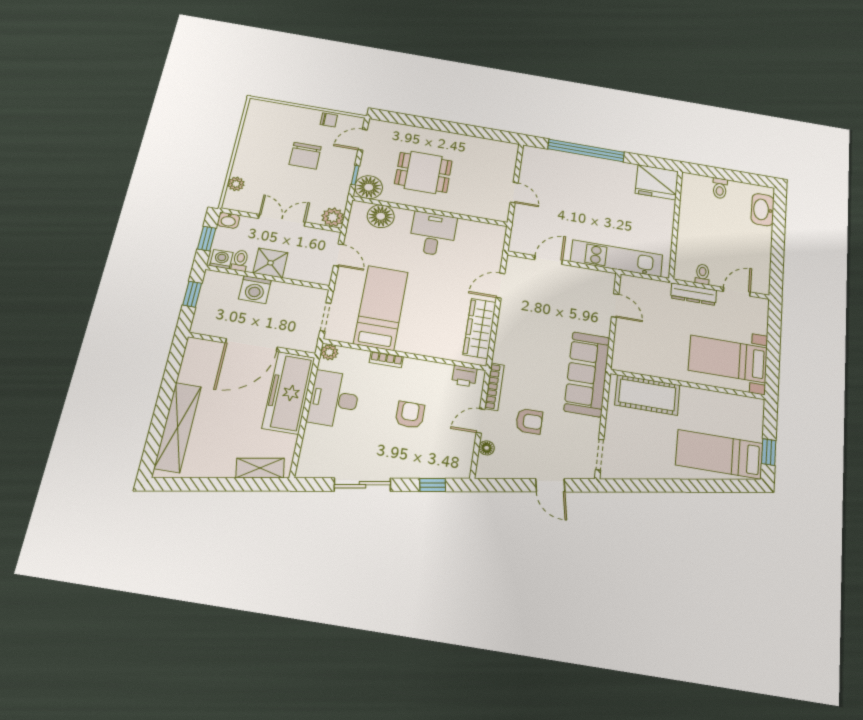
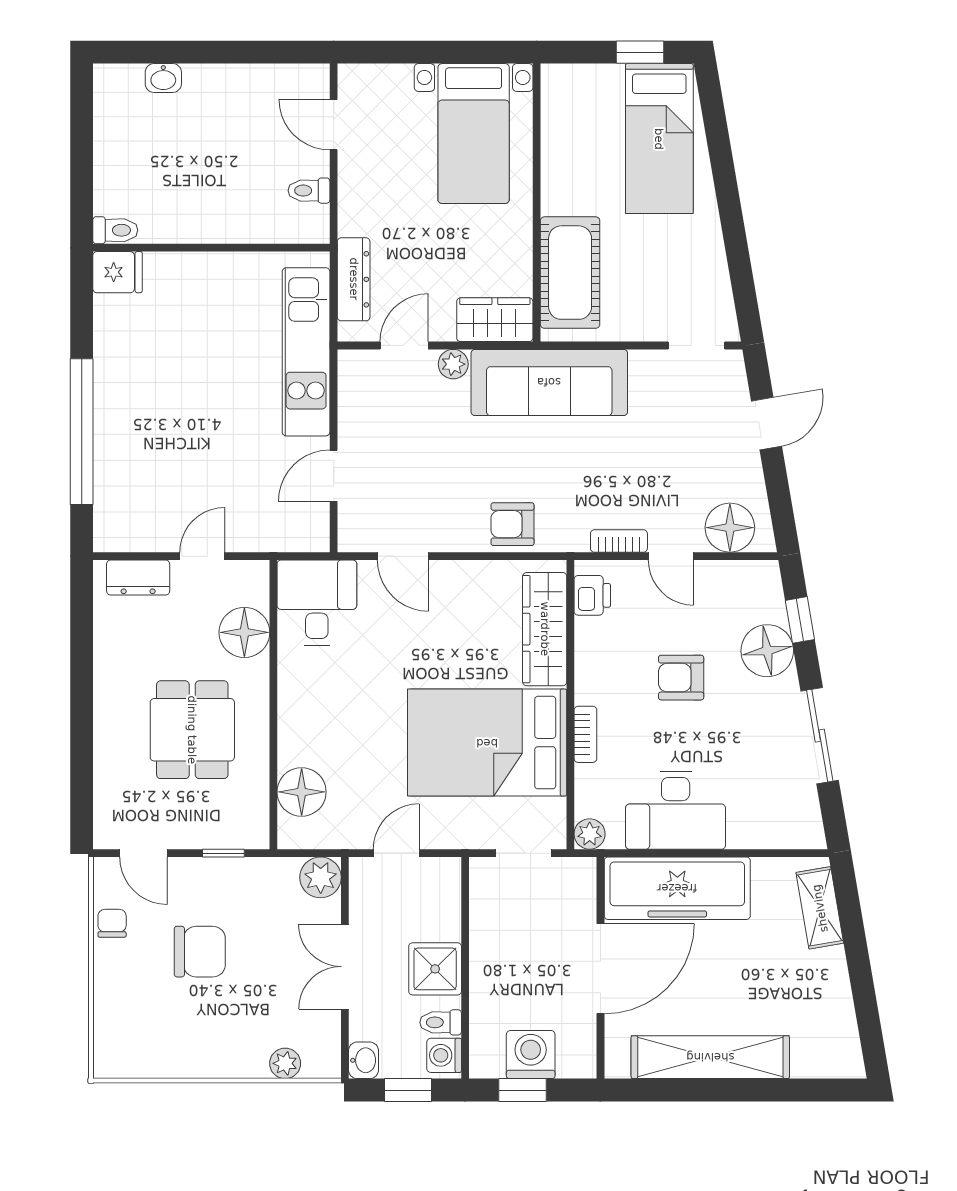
dresser: (507, 162) -> (138, 577), added
fridge: (657, 182) -> (118, 272), width x0.53, depth x0.75
floor lamp: (369, 187) -> (244, 632), moved
toilet: (720, 188) -> (115, 230), moved
washbasin: (763, 210) -> (163, 78), width x0.52, depth x0.69
desk: (433, 234) -> (317, 603), moved, turned 90
door: (549, 260) -> (334, 476), hinge flipped
washing machine: (255, 290) -> (531, 1055), moved, turned -90
dresser: (694, 294) -> (354, 279), moved
bed: (381, 308) -> (487, 743), width x1.50
wardrobe: (480, 328) -> (545, 629), moved, turned 90
plant: (602, 328) -> (453, 364), added
door: (251, 345) -> (600, 969), hinge flipped
wardrobe: (625, 352) -> (495, 320), added
bookcase: (494, 387) -> (619, 541), width x0.64
armchair: (529, 421) -> (513, 524), moved, turned -90
shelving: (178, 427) -> (710, 1057), moved
floor lamp: (487, 448) -> (730, 528), width x1.89, depth x1.89
floor lamp: (418, 464) -> (767, 651), added

